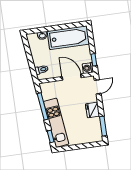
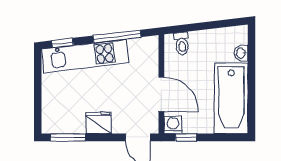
door: (72, 77) -> (161, 94), hinge flipped

